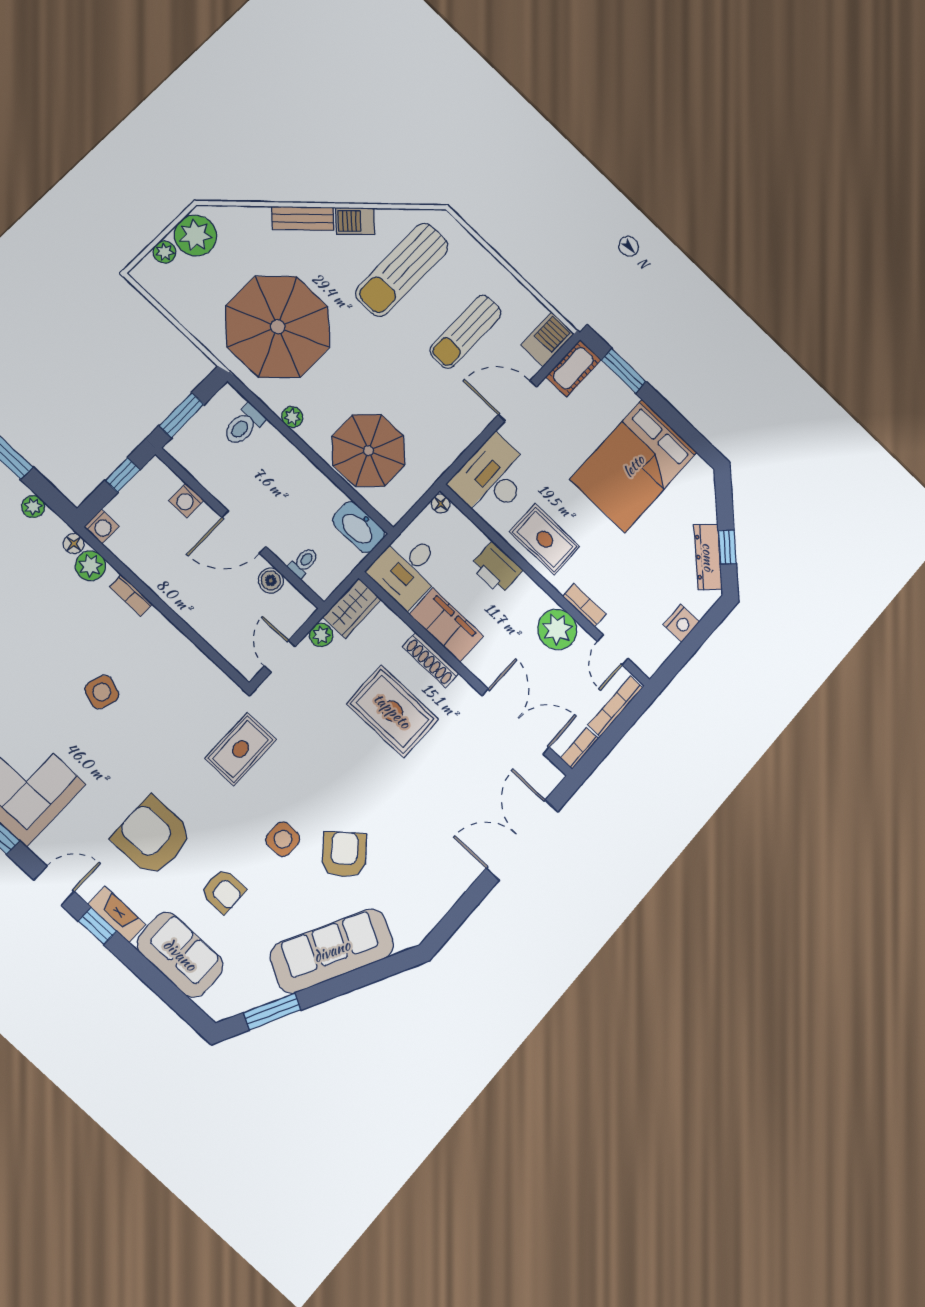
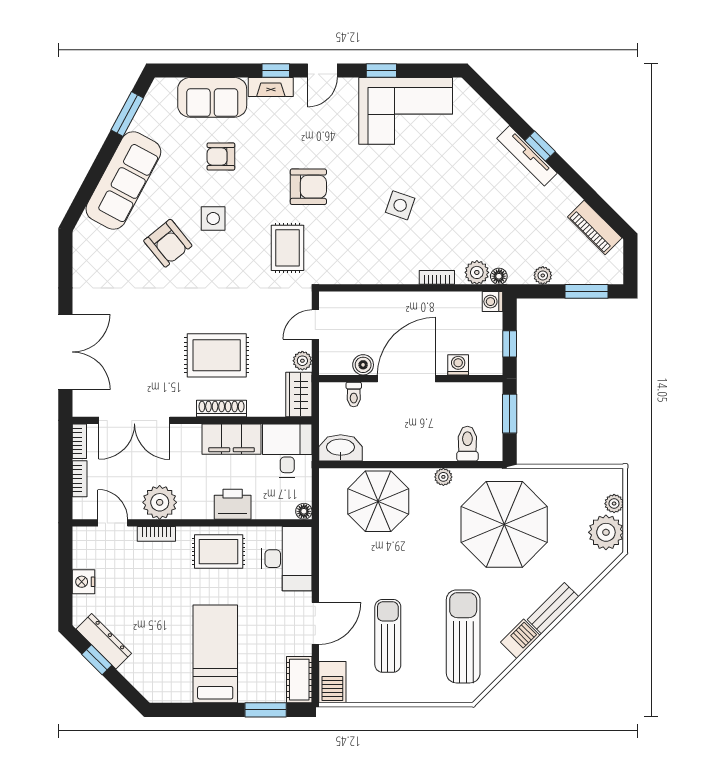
bed: (634, 466) -> (215, 654), width x0.67
door: (244, 532) -> (406, 379), width x1.36
door: (280, 656) -> (315, 325), swing flipped
bookcase: (615, 706) -> (80, 479), width x0.64
armchair: (152, 837) -> (308, 187), moved, width x0.73, depth x0.73

